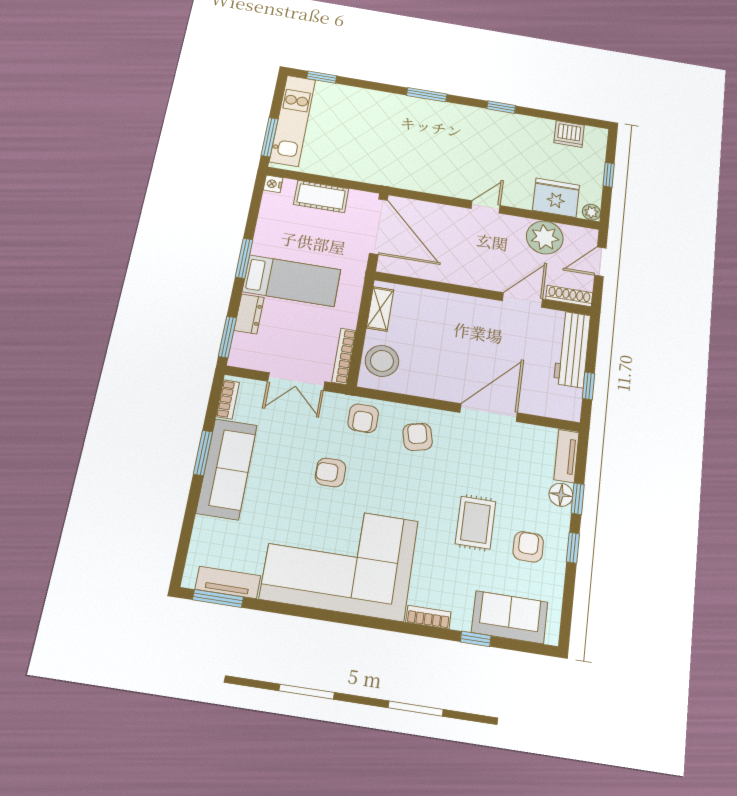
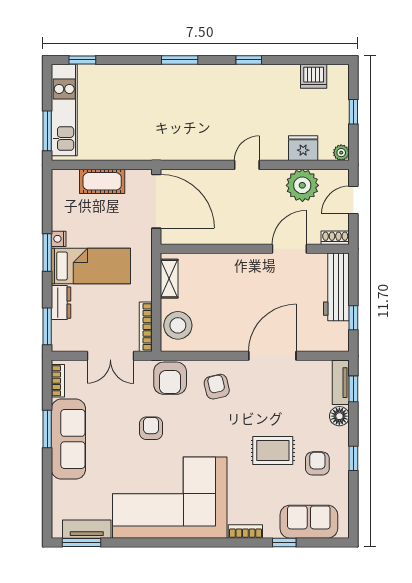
nightstand: (273, 184) -> (59, 239), moved
fridge: (556, 198) -> (303, 148), width x0.73, depth x0.75
shoe rack: (569, 296) -> (335, 238), width x0.70
armchair: (363, 418) -> (170, 378), width x1.38, depth x1.38
armchair: (330, 472) -> (151, 428), turned 90
window: (578, 499) -> (353, 389), moved
rug: (475, 523) -> (273, 450), turned 90

